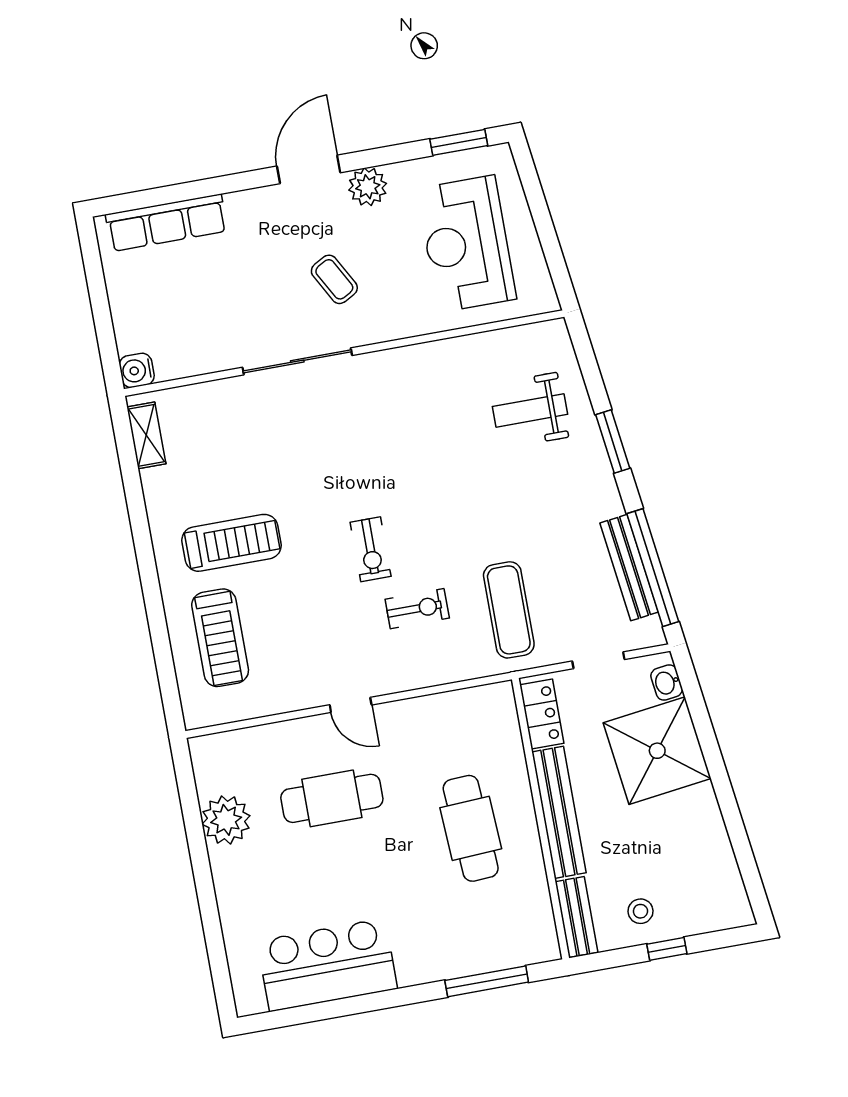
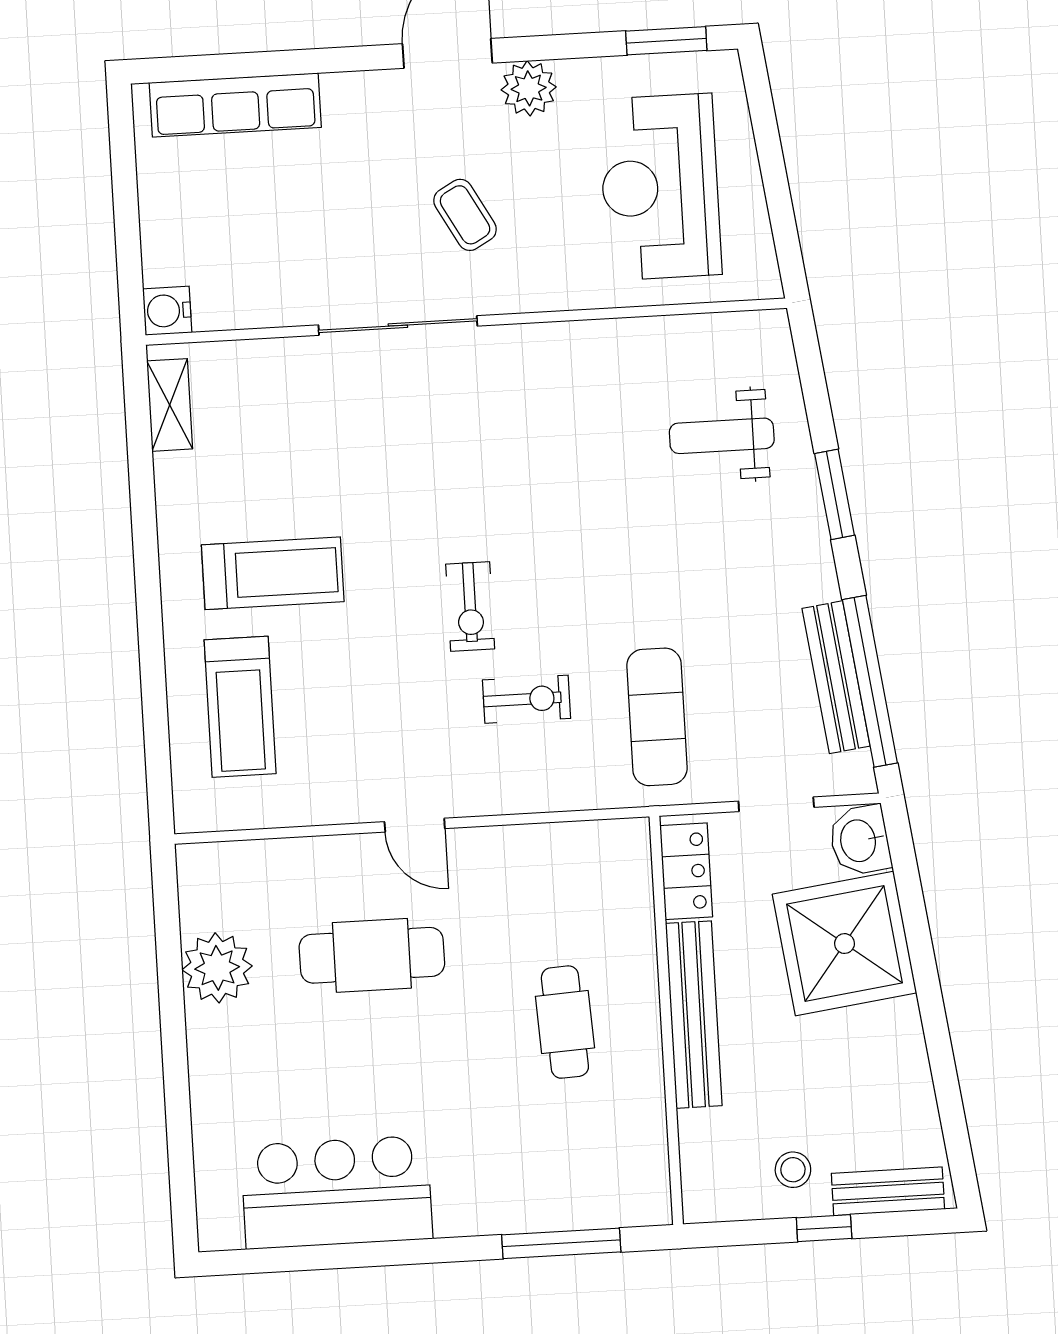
washbasin: (667, 682) -> (860, 840), width x1.38, depth x1.45
cafe table: (471, 828) -> (565, 1022), width x0.73, depth x0.74
bench: (577, 917) -> (888, 1191), moved, turned 90

